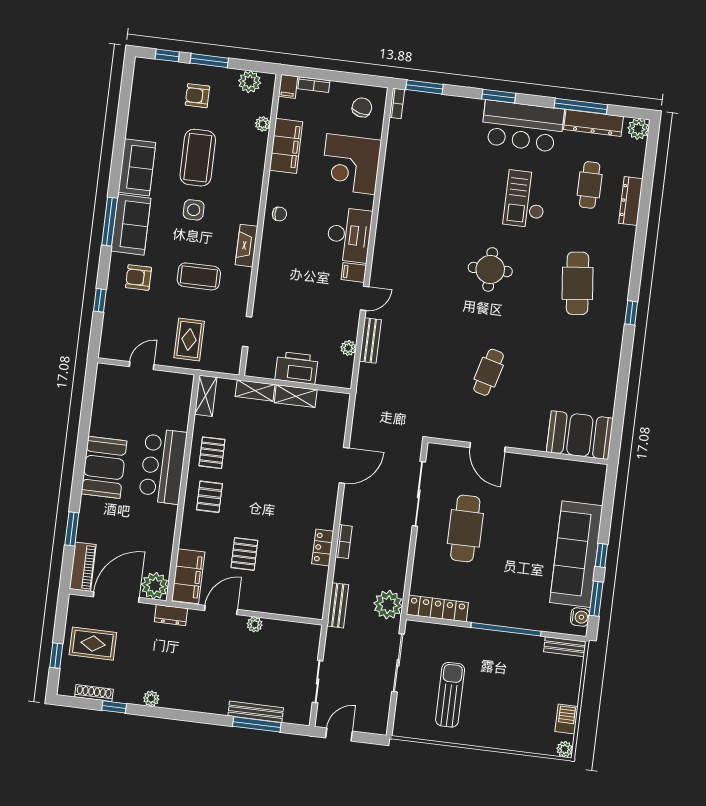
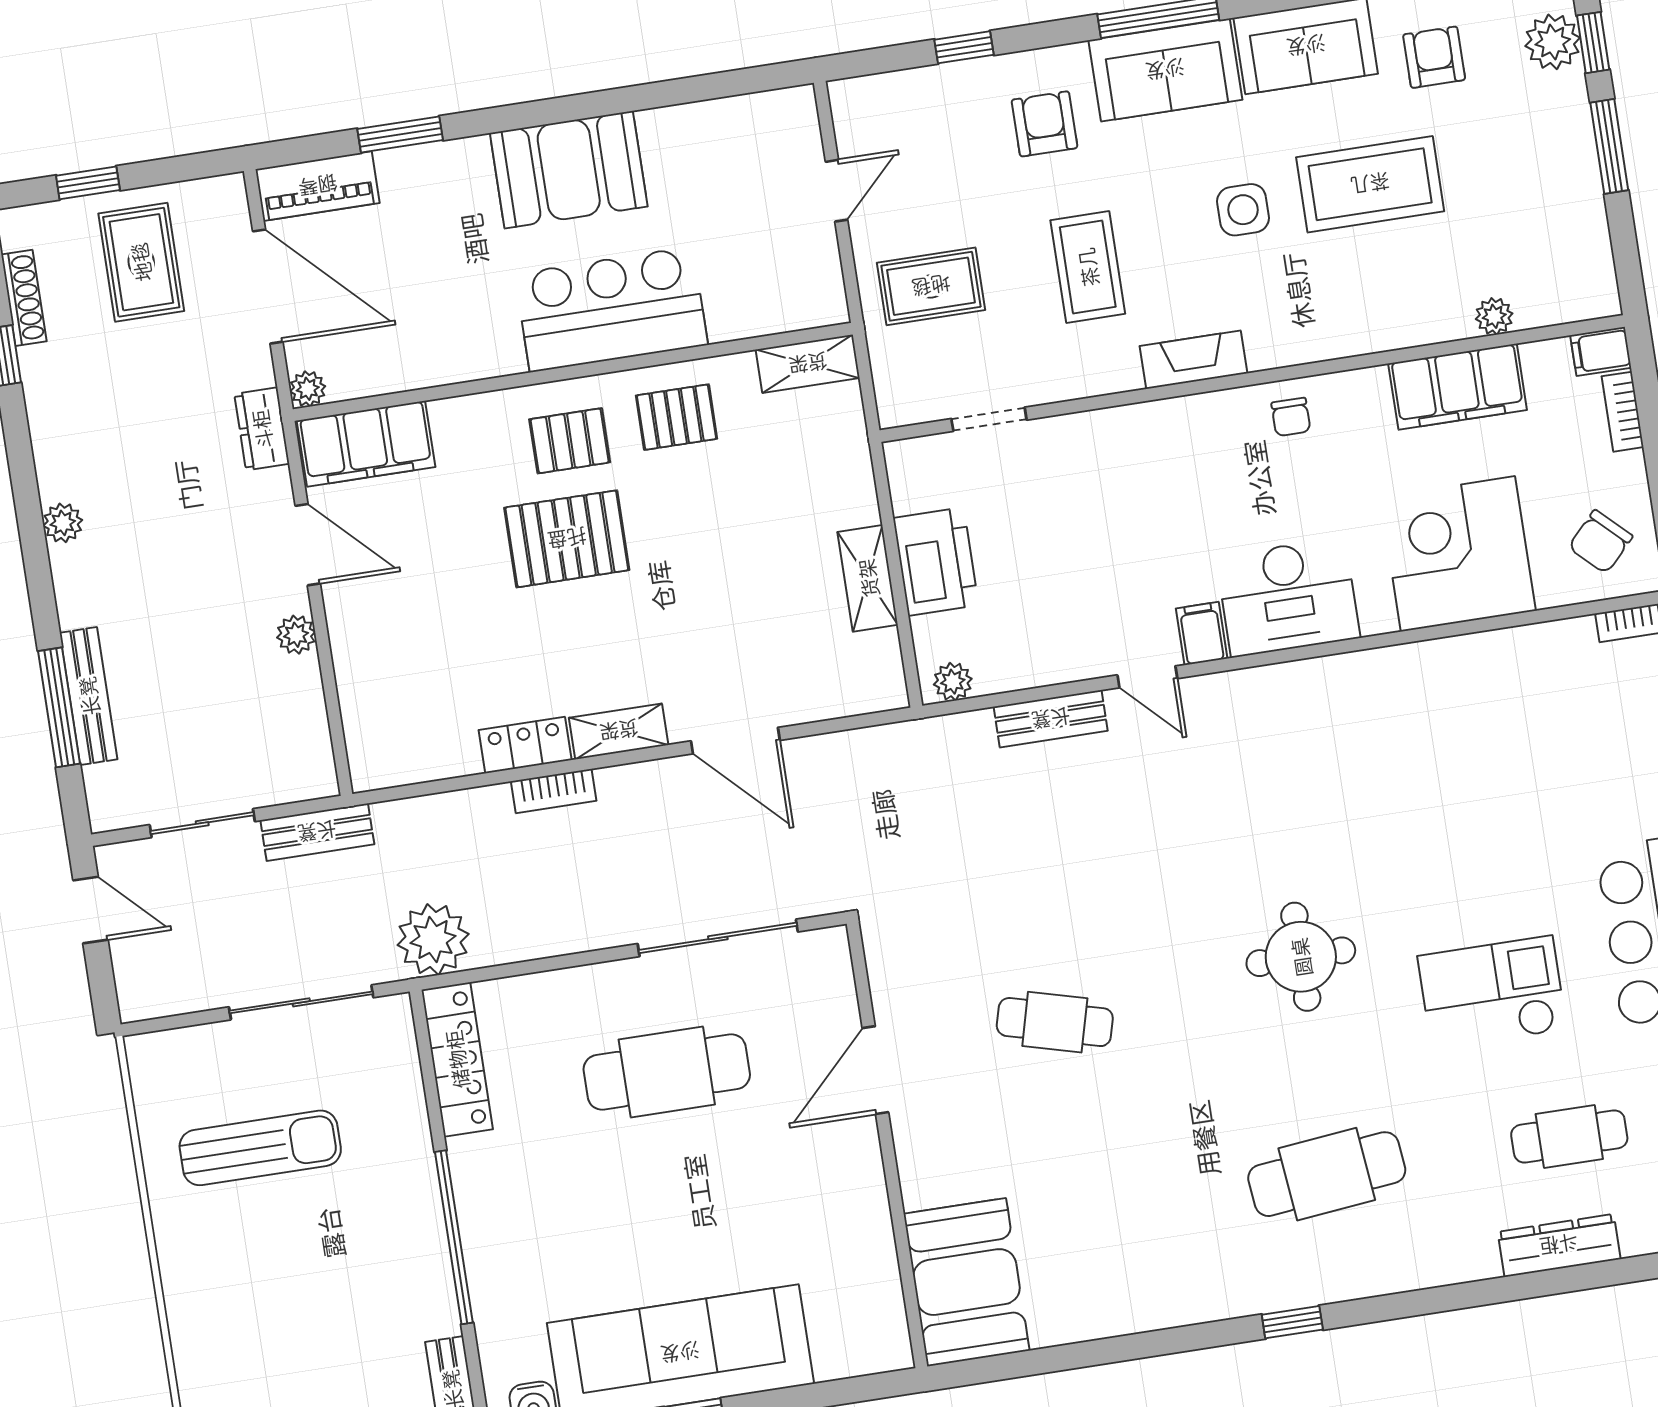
plant: (250, 82) -> (1553, 42), moved
armchair: (197, 96) -> (1434, 57), moved
chair: (362, 107) -> (1600, 542), turned 120
plant: (348, 348) -> (953, 682), moved
door: (142, 366) -> (837, 191), hinge flipped
shelving: (255, 391) -> (619, 731), moved, turned 90
pallet: (244, 554) -> (567, 539), moved, width x1.50, depth x1.42
plant: (155, 586) -> (308, 389), width x0.53, depth x0.53
bench: (338, 605) -> (317, 832), moved
plant: (151, 699) -> (63, 523), moved

